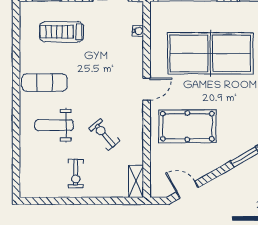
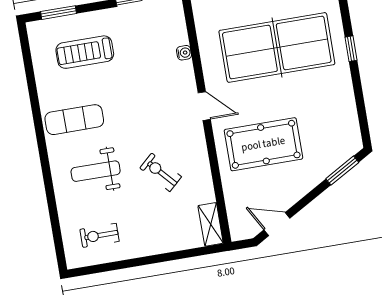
water cooler: (138, 31) -> (184, 53), moved
door: (147, 89) -> (204, 106), hinge flipped
exercise bike: (76, 174) -> (100, 235), moved, turned 90

